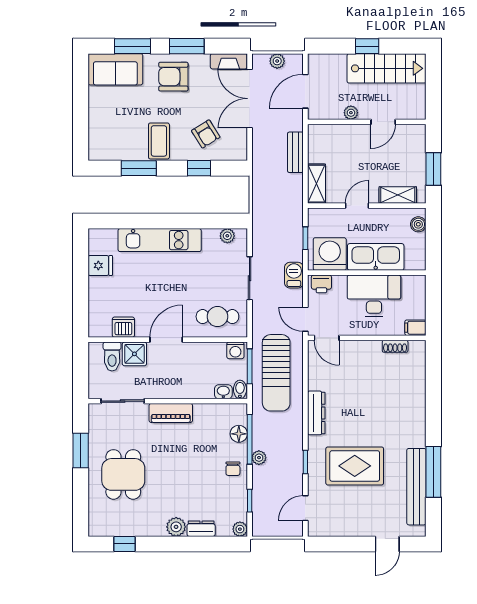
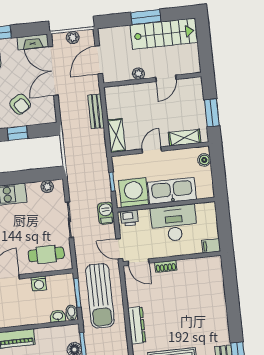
window: (367, 46) -> (146, 17), width x1.50
shoe rack: (395, 346) -> (166, 266), moved
washing machine: (235, 350) -> (39, 284), moved

